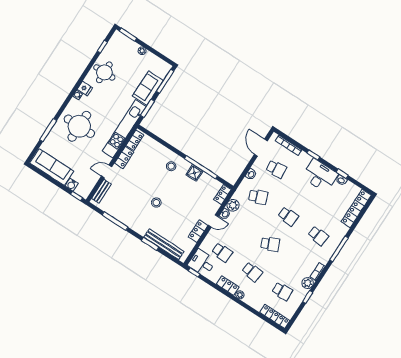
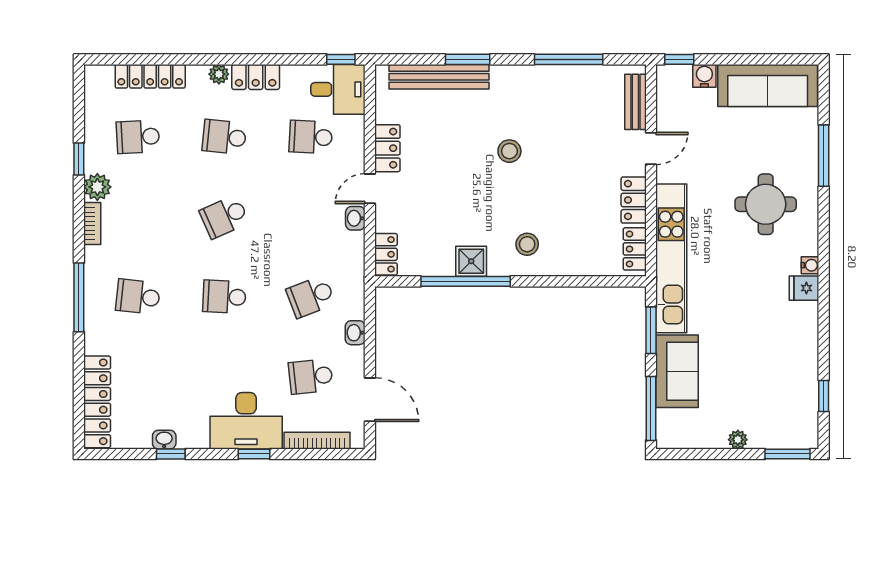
round table: (104, 72) -> (786, 346), removed
round table: (79, 126) -> (766, 204), width x0.73, depth x0.73
desk: (320, 176) -> (246, 421), moved
plant: (233, 205) -> (351, 246), removed
locker: (275, 316) -> (150, 76), moved

